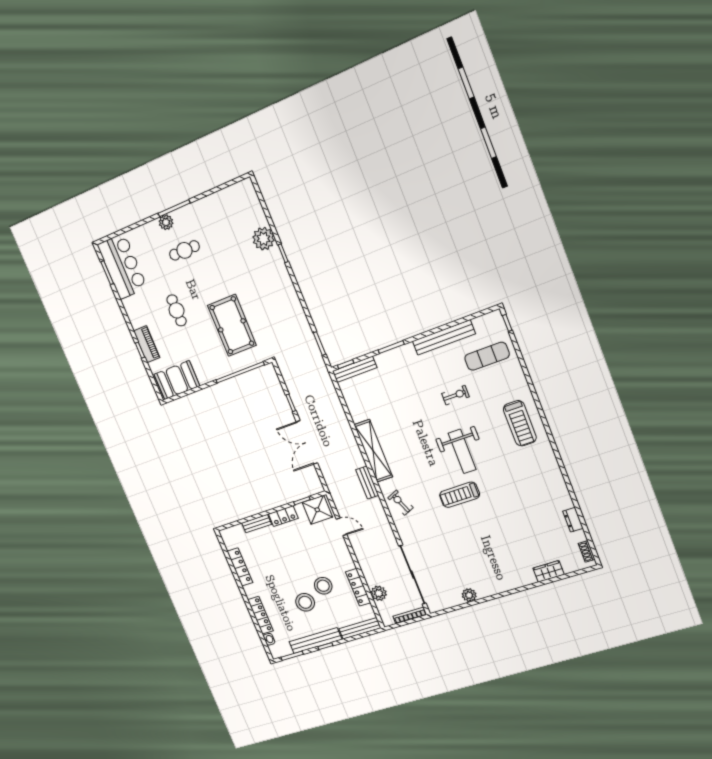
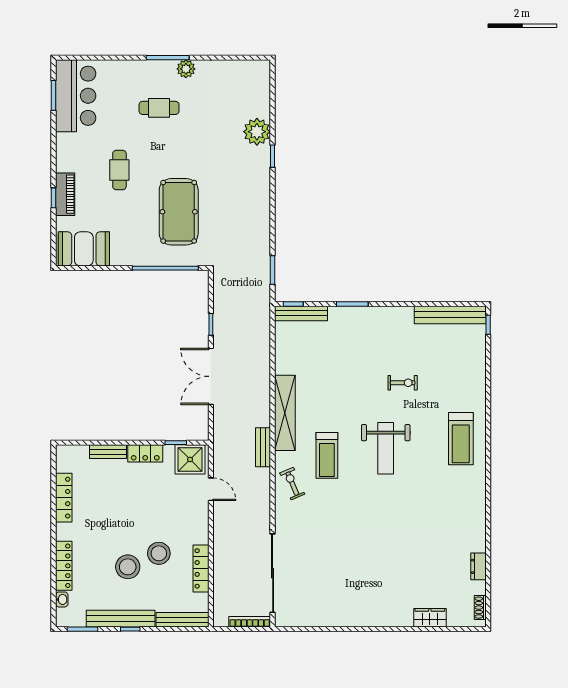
plant: (166, 222) -> (186, 69), moved
bench: (444, 337) -> (450, 315), moved
exercise mat: (487, 356) -> (453, 353), removed
treadmill: (460, 495) -> (327, 455), moved, turned -90
plant: (379, 593) -> (223, 583), removed
plant: (469, 595) -> (329, 618), removed

